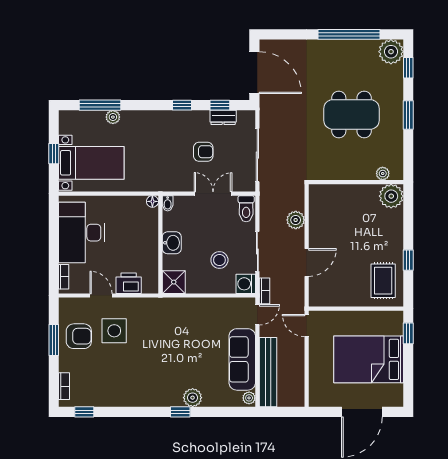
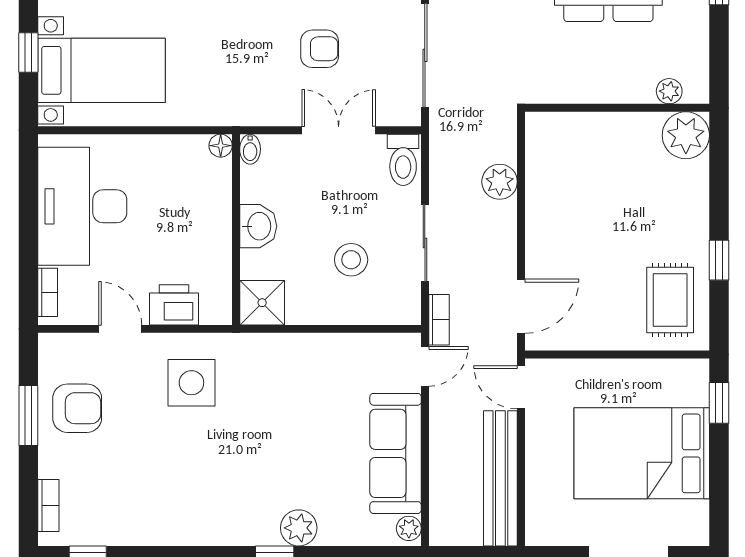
door: (307, 262) -> (521, 306), moved
washing machine: (246, 284) -> (402, 306), removed
side table: (114, 331) -> (191, 383), moved
bench: (268, 372) -> (500, 478), moved

